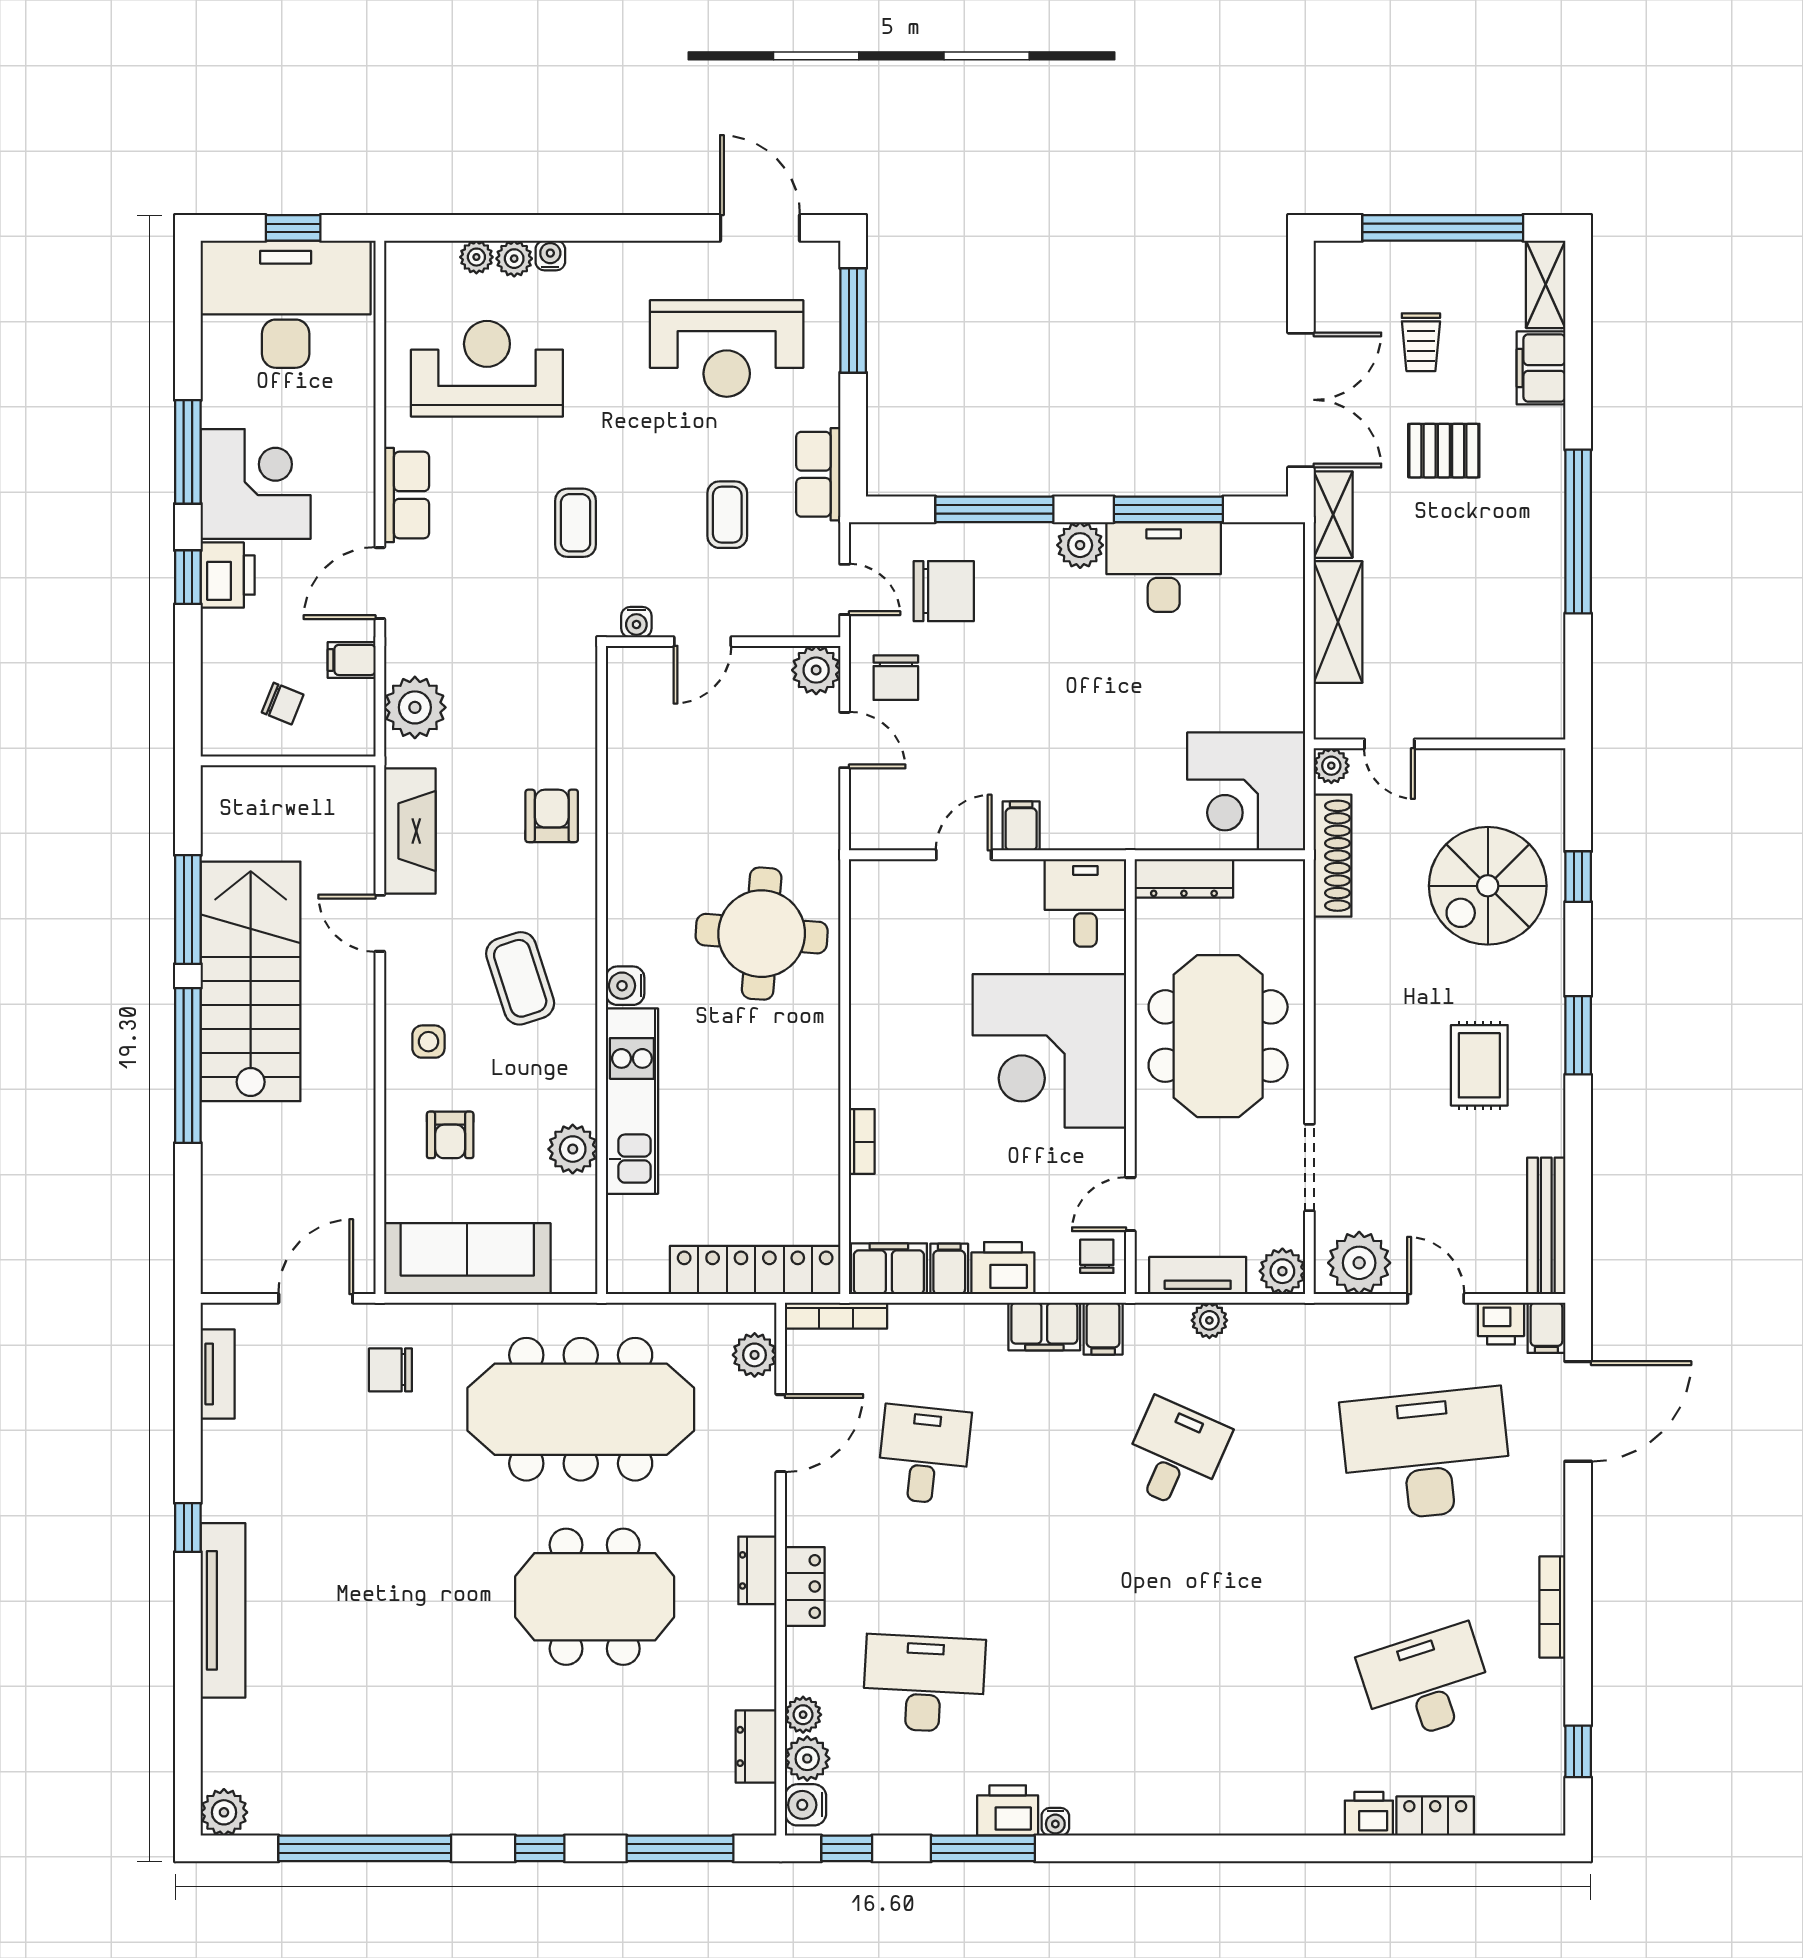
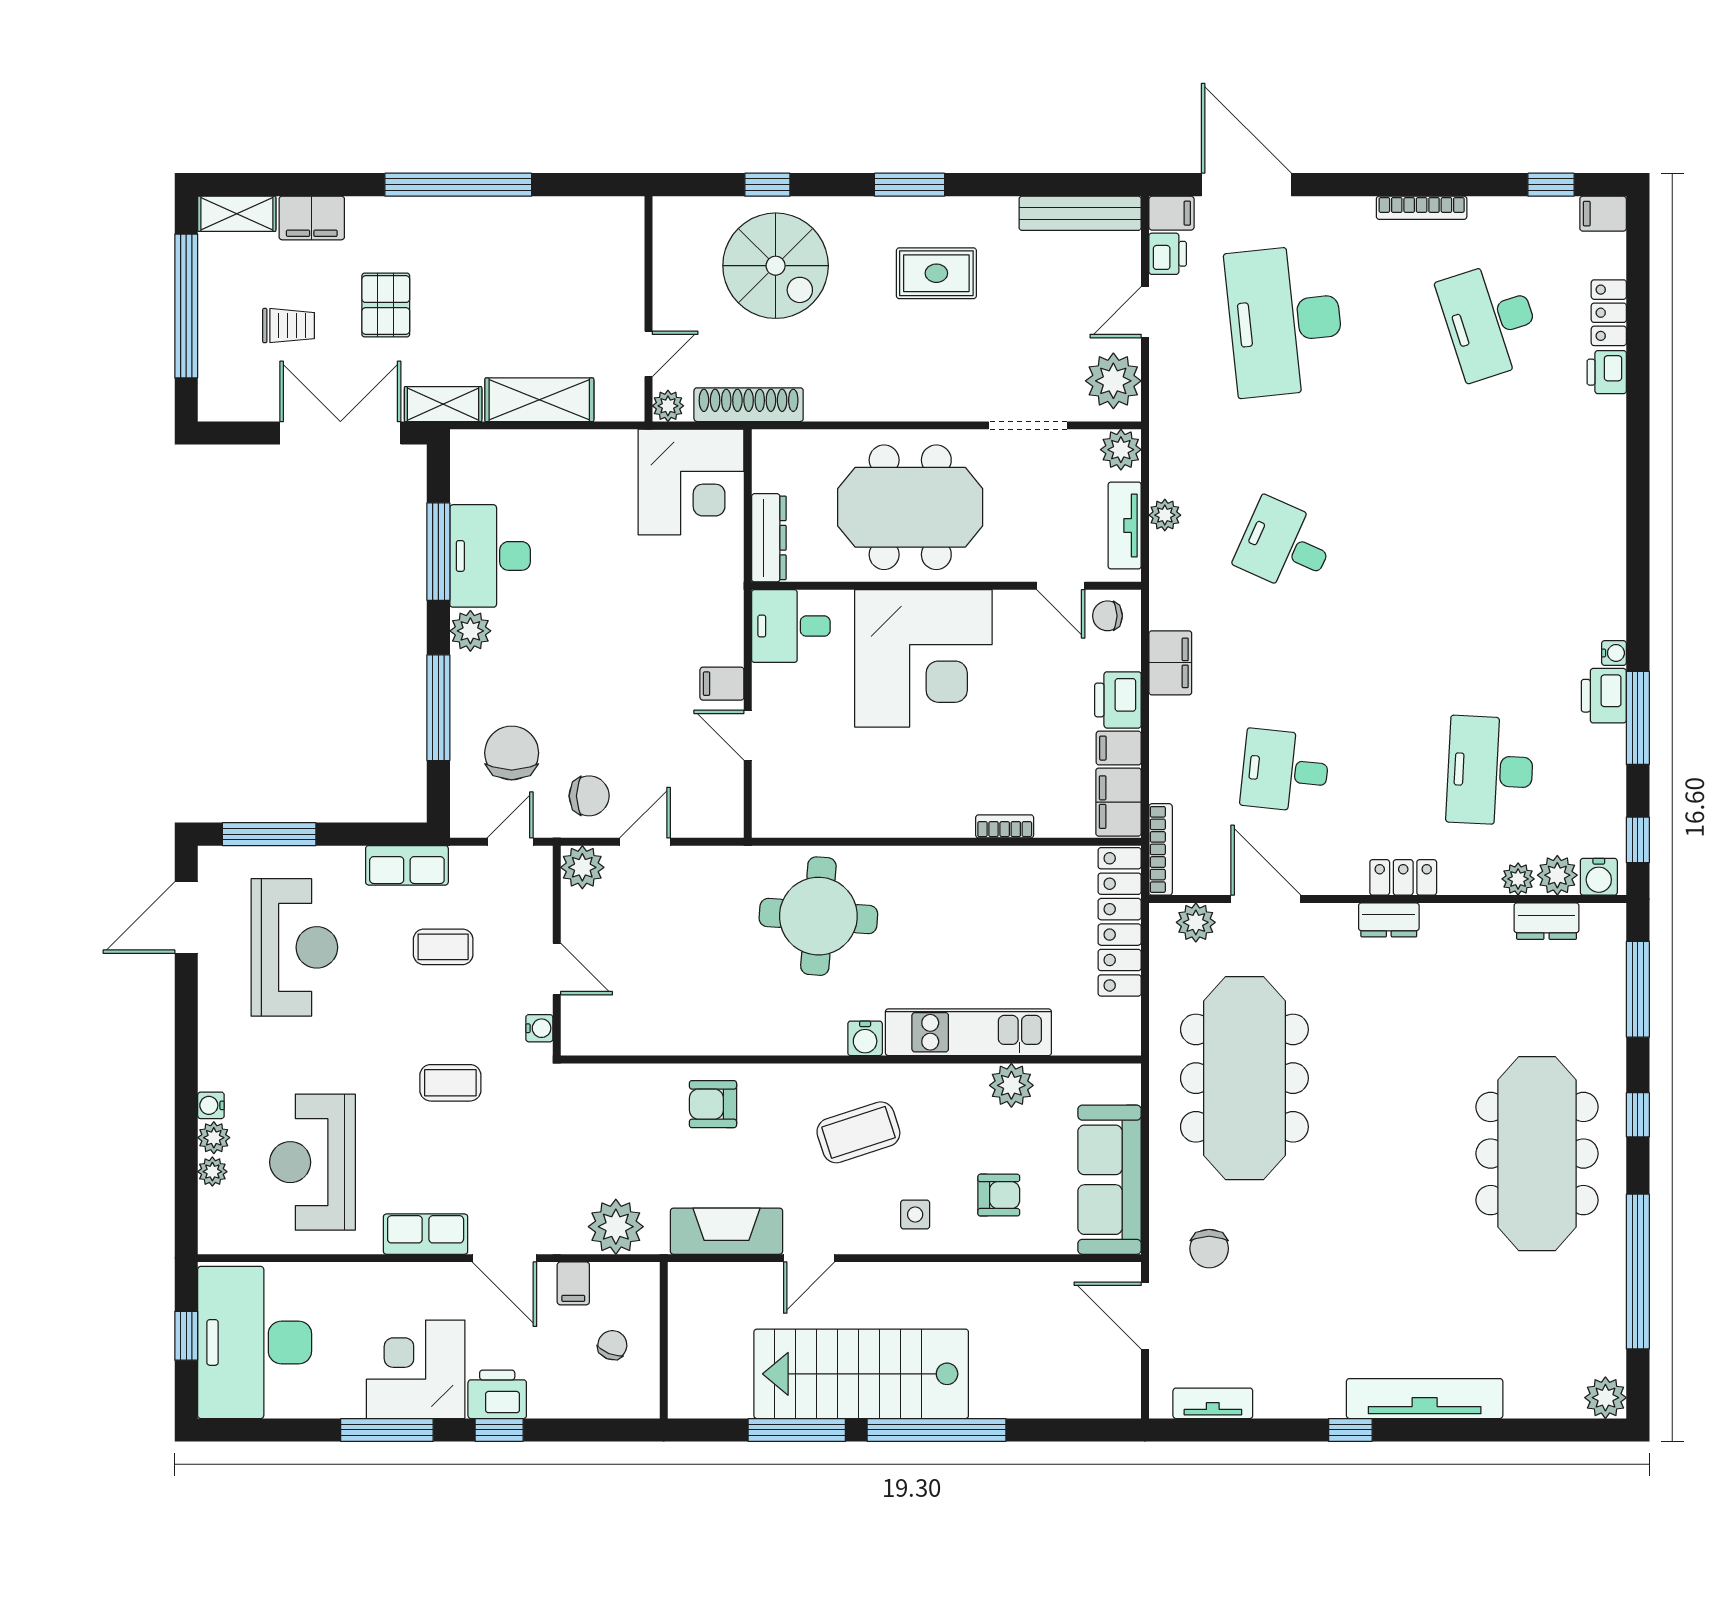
filing cabinet: (1103, 1329) -> (1603, 214), moved, turned 180
meeting table: (595, 1597) -> (1537, 1154), moved, width x1.36

